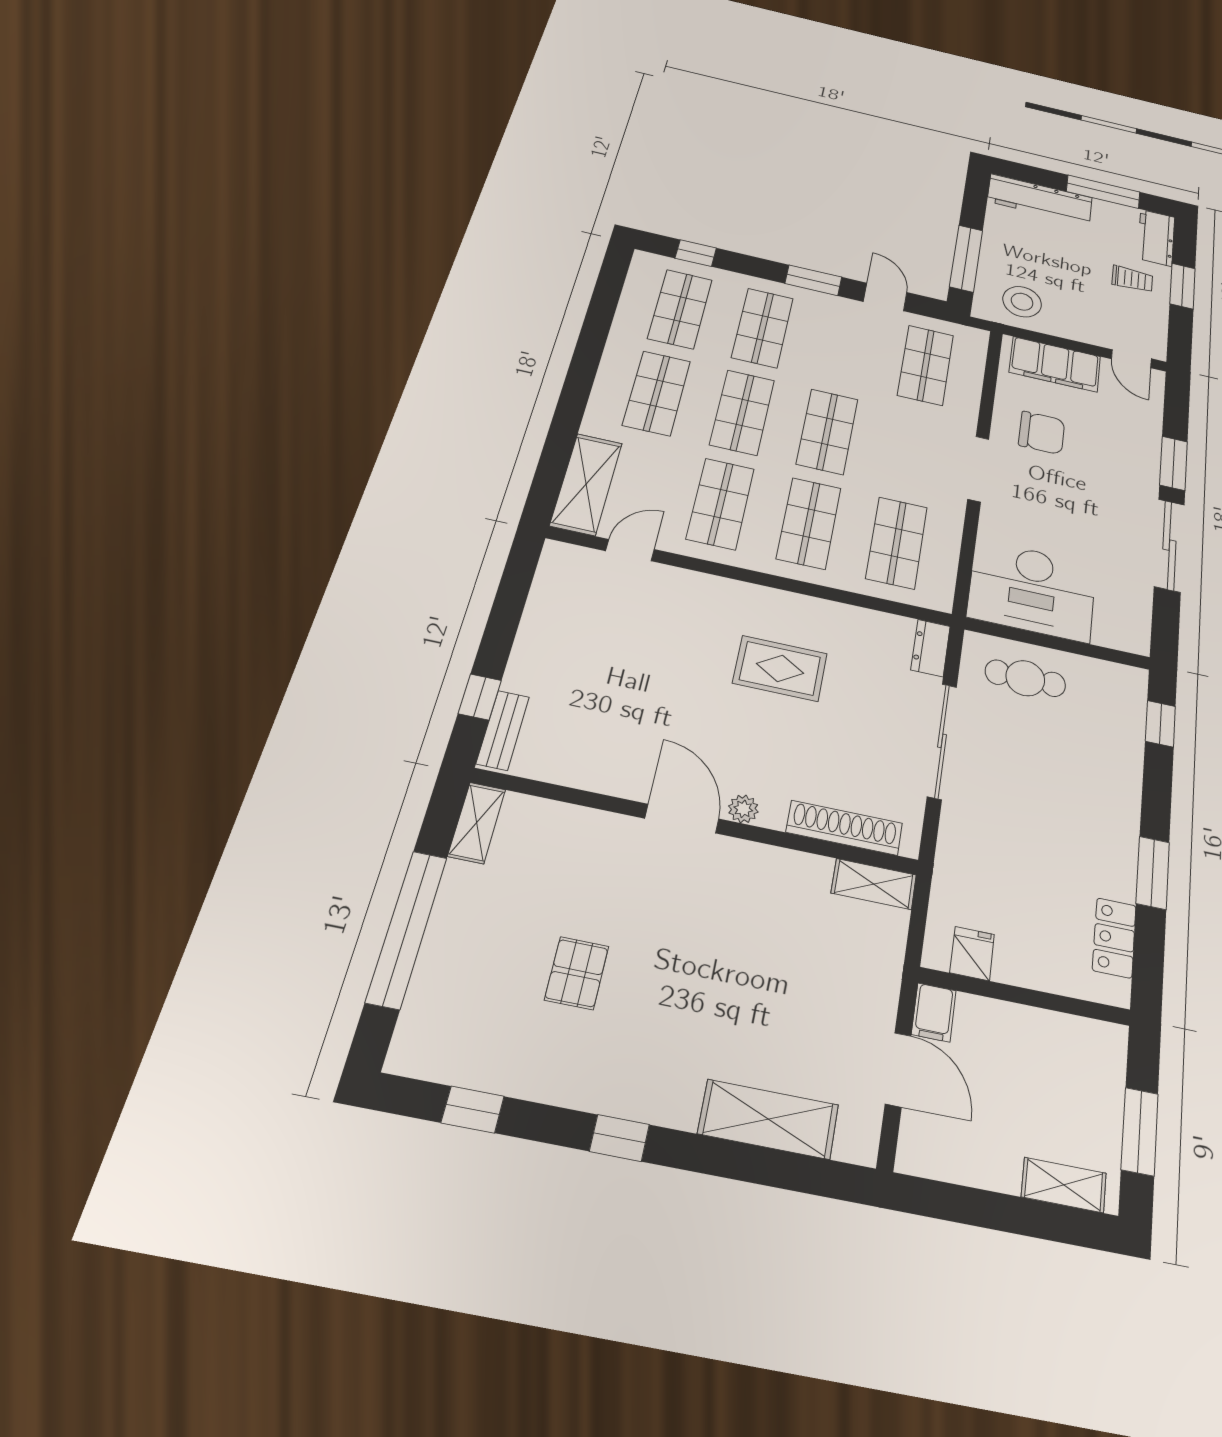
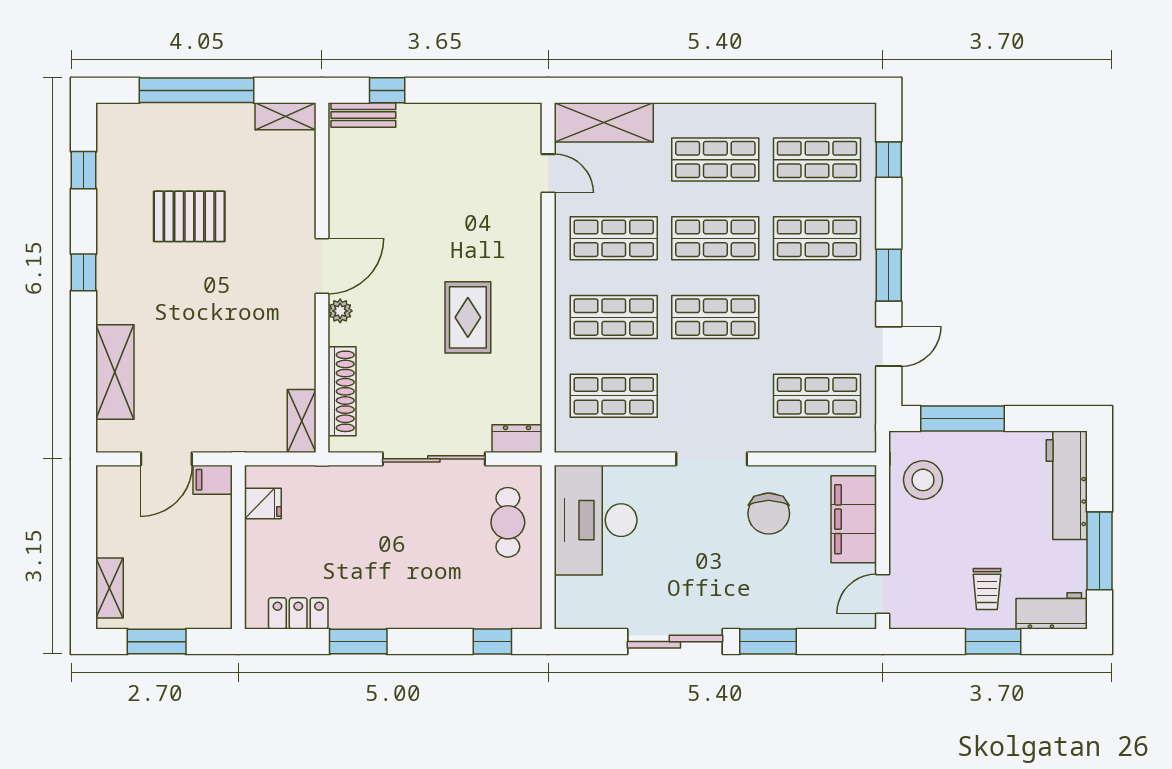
pallet: (577, 973) -> (189, 216), width x1.50, depth x1.42

